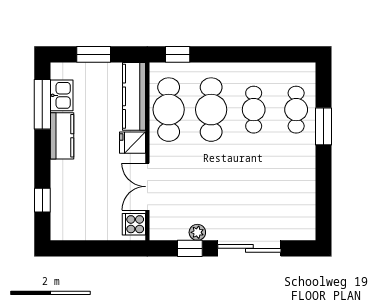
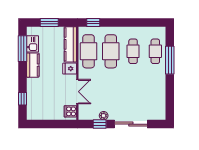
window: (323, 126) -> (170, 60), width x1.44
double door: (147, 187) -> (77, 92), swing flipped

